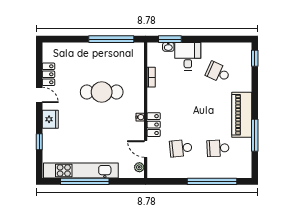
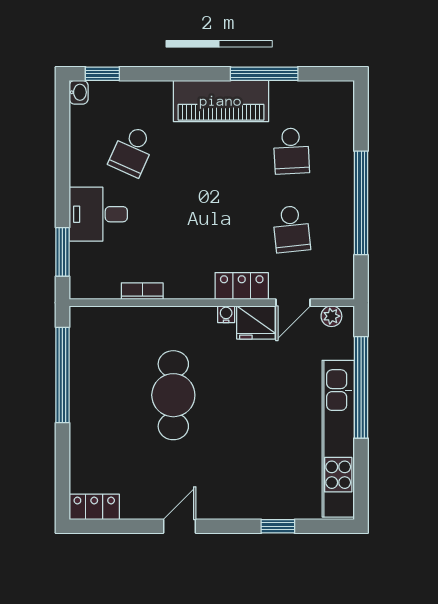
washbasin: (168, 47) -> (79, 92), moved
locker: (48, 74) -> (94, 507), moved
fridge: (50, 119) -> (256, 322), moved, turned 180
window: (85, 181) -> (361, 387), moved
window: (212, 181) -> (361, 203), moved

